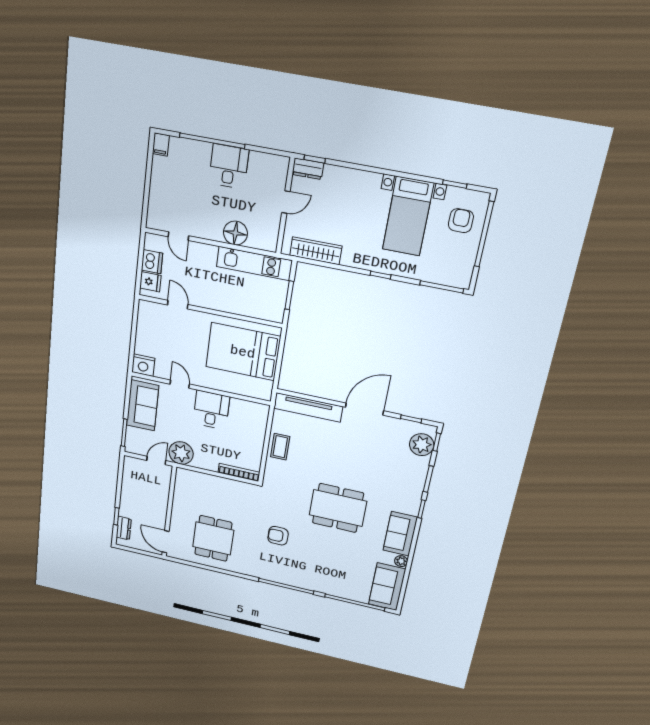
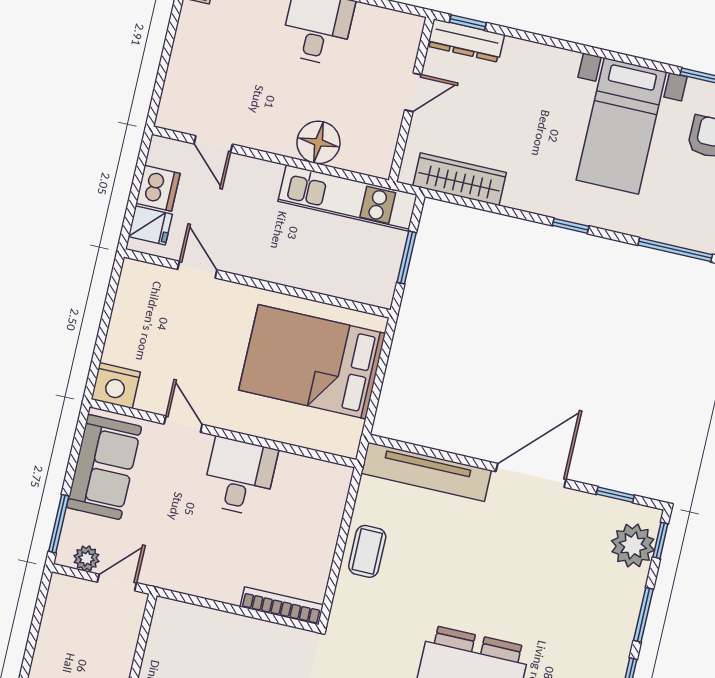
dresser: (308, 169) -> (466, 40), width x1.44
plant: (181, 453) -> (86, 558), moved, width x0.53, depth x0.53

